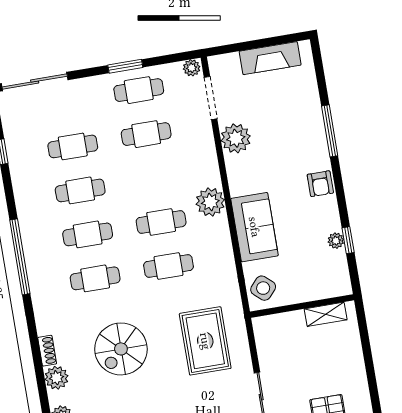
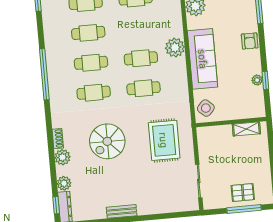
sofa: (254, 227) -> (203, 59), width x1.36

